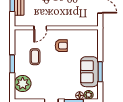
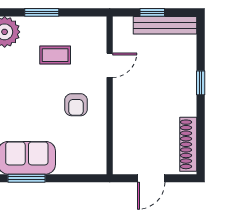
door: (40, 28) -> (110, 65), swing flipped

